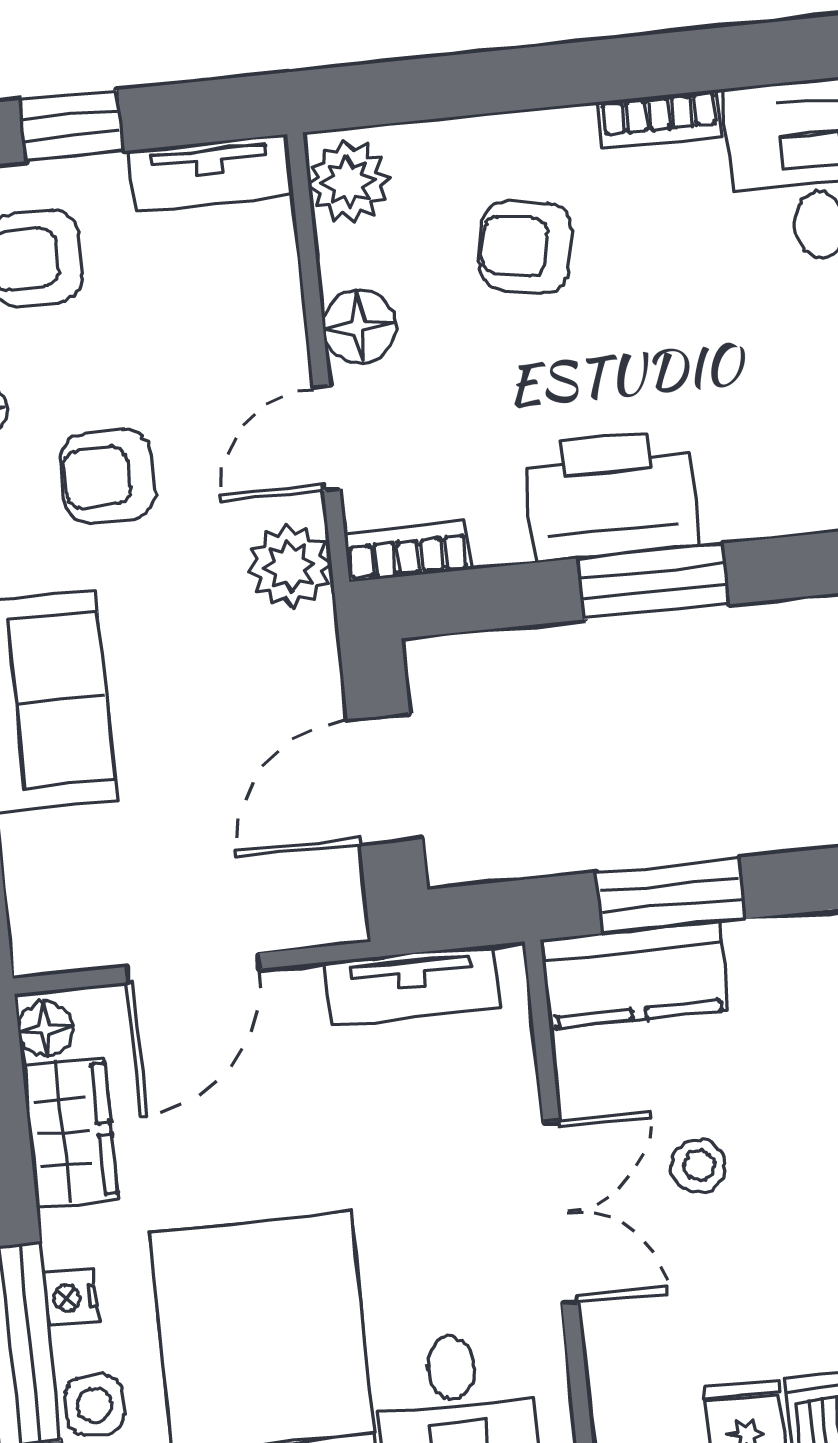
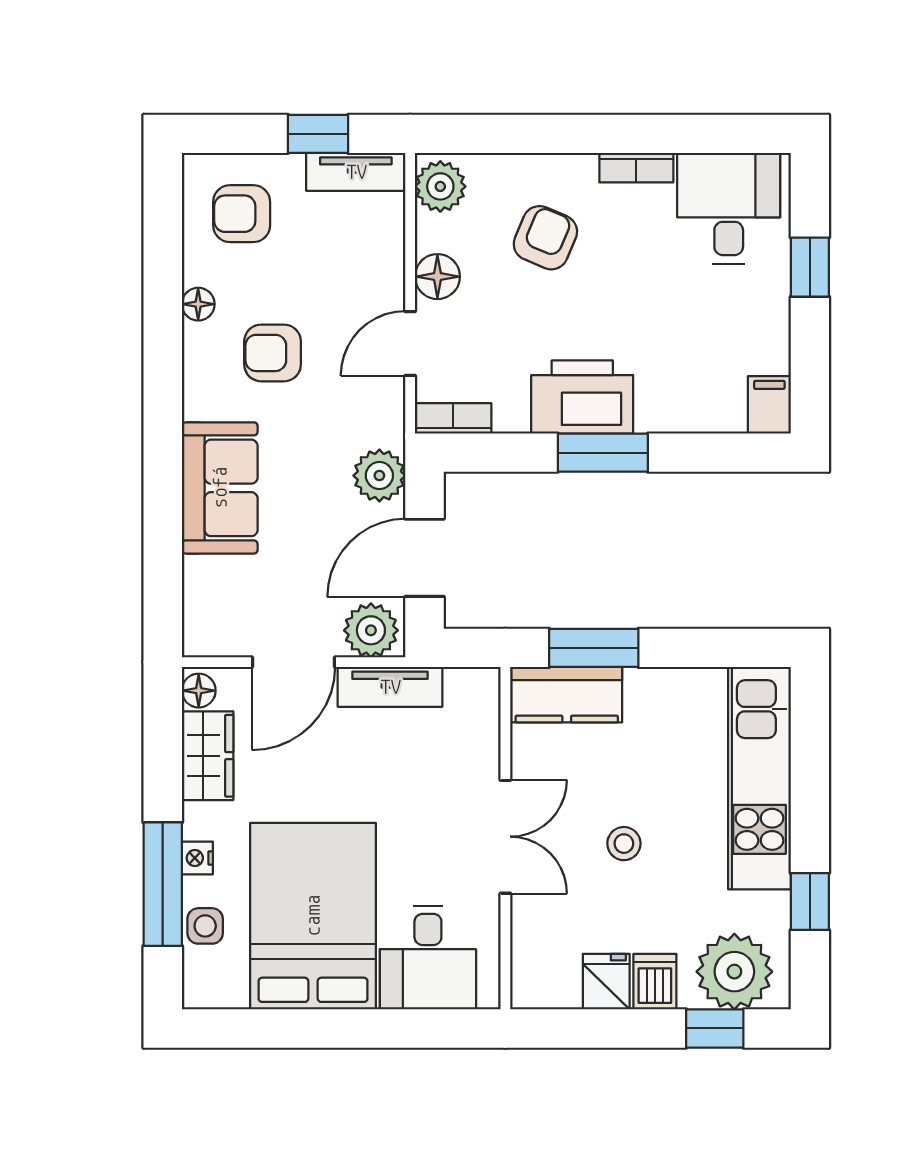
window: (71, 126) -> (318, 134), moved
armchair: (526, 247) -> (545, 238), turned 103
plant: (290, 566) -> (379, 476), moved
plant: (311, 904) -> (371, 630), added
tv unit: (412, 985) -> (390, 687), moved
stool: (699, 1166) -> (624, 844), moved

